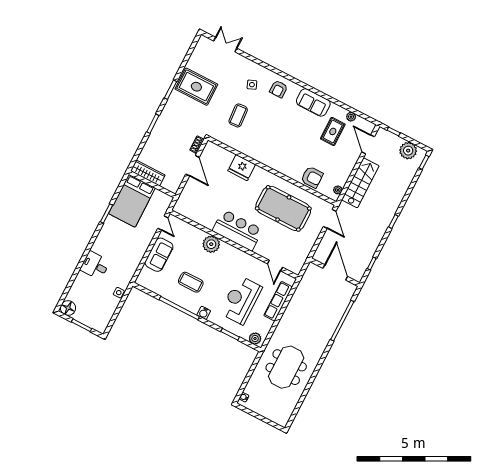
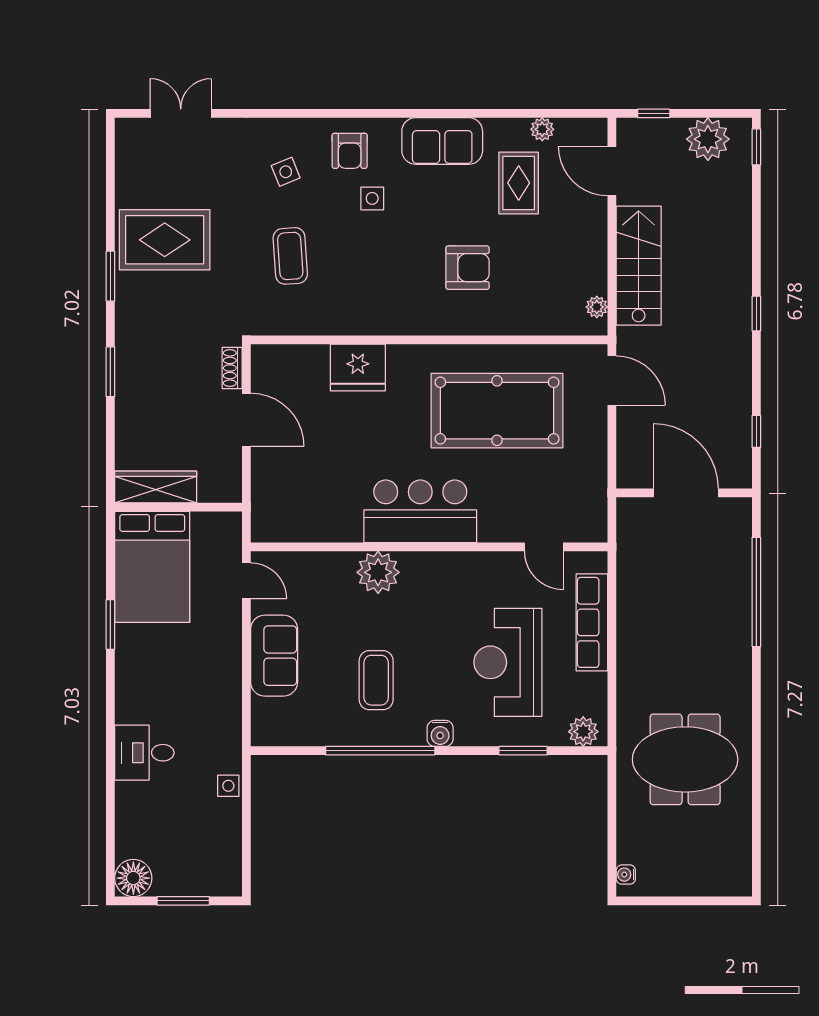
side table: (278, 110) -> (372, 198), added
armchair: (312, 177) -> (467, 268), moved
coffee table: (191, 282) -> (376, 680), turned 90
meeting table: (286, 367) -> (685, 759), turned 90

